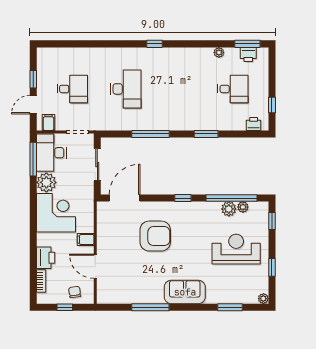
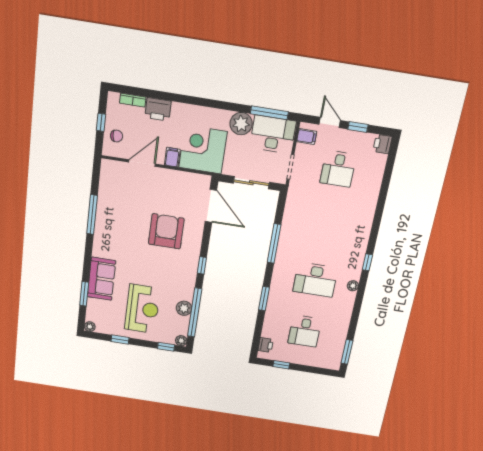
plant: (219, 52) -> (353, 286), moved
printer: (248, 54) -> (382, 144), moved
desk: (126, 89) -> (315, 280), moved
plant: (243, 207) -> (181, 341), moved
corner desk: (56, 213) -> (203, 150), moved, turned 180
armchair: (155, 236) -> (166, 231), turned 180
sofa: (185, 292) -> (101, 279), moved

